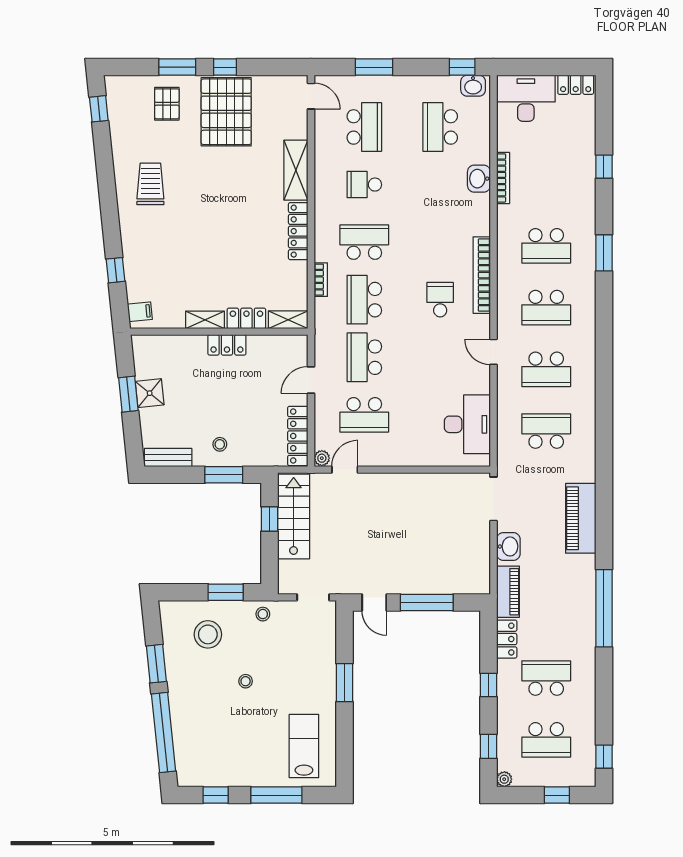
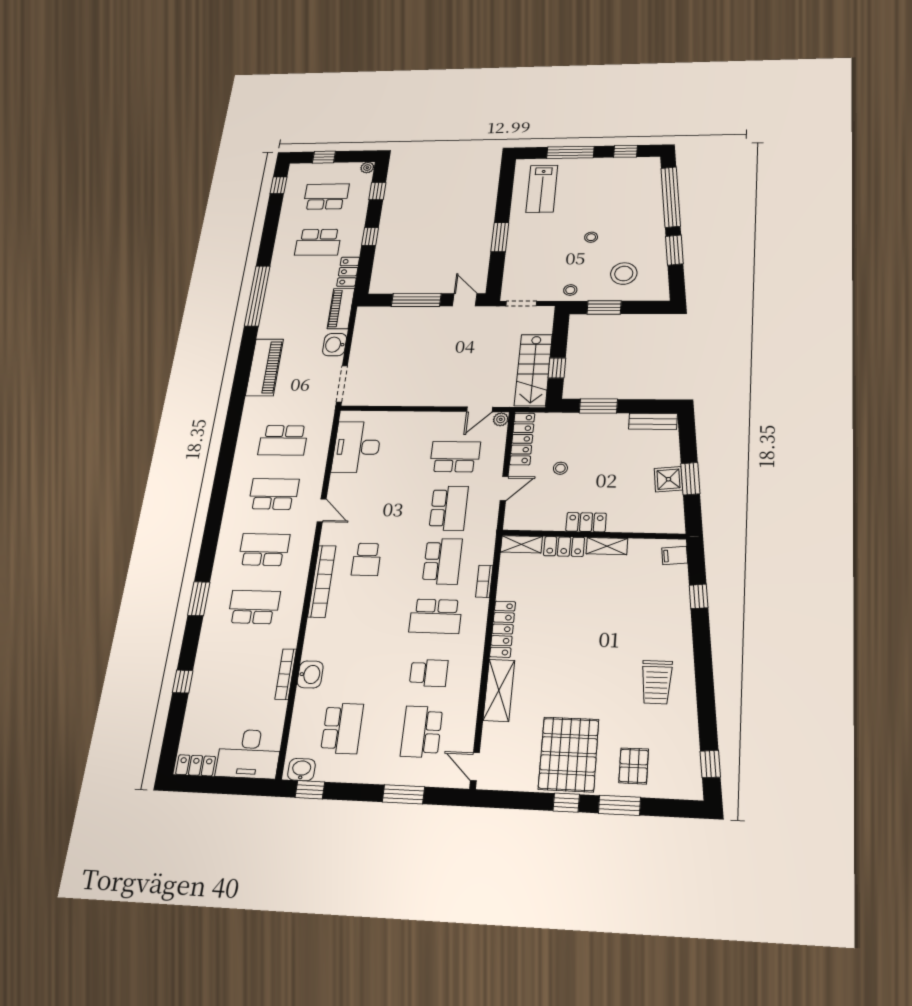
stool: (220, 444) -> (560, 468), moved

